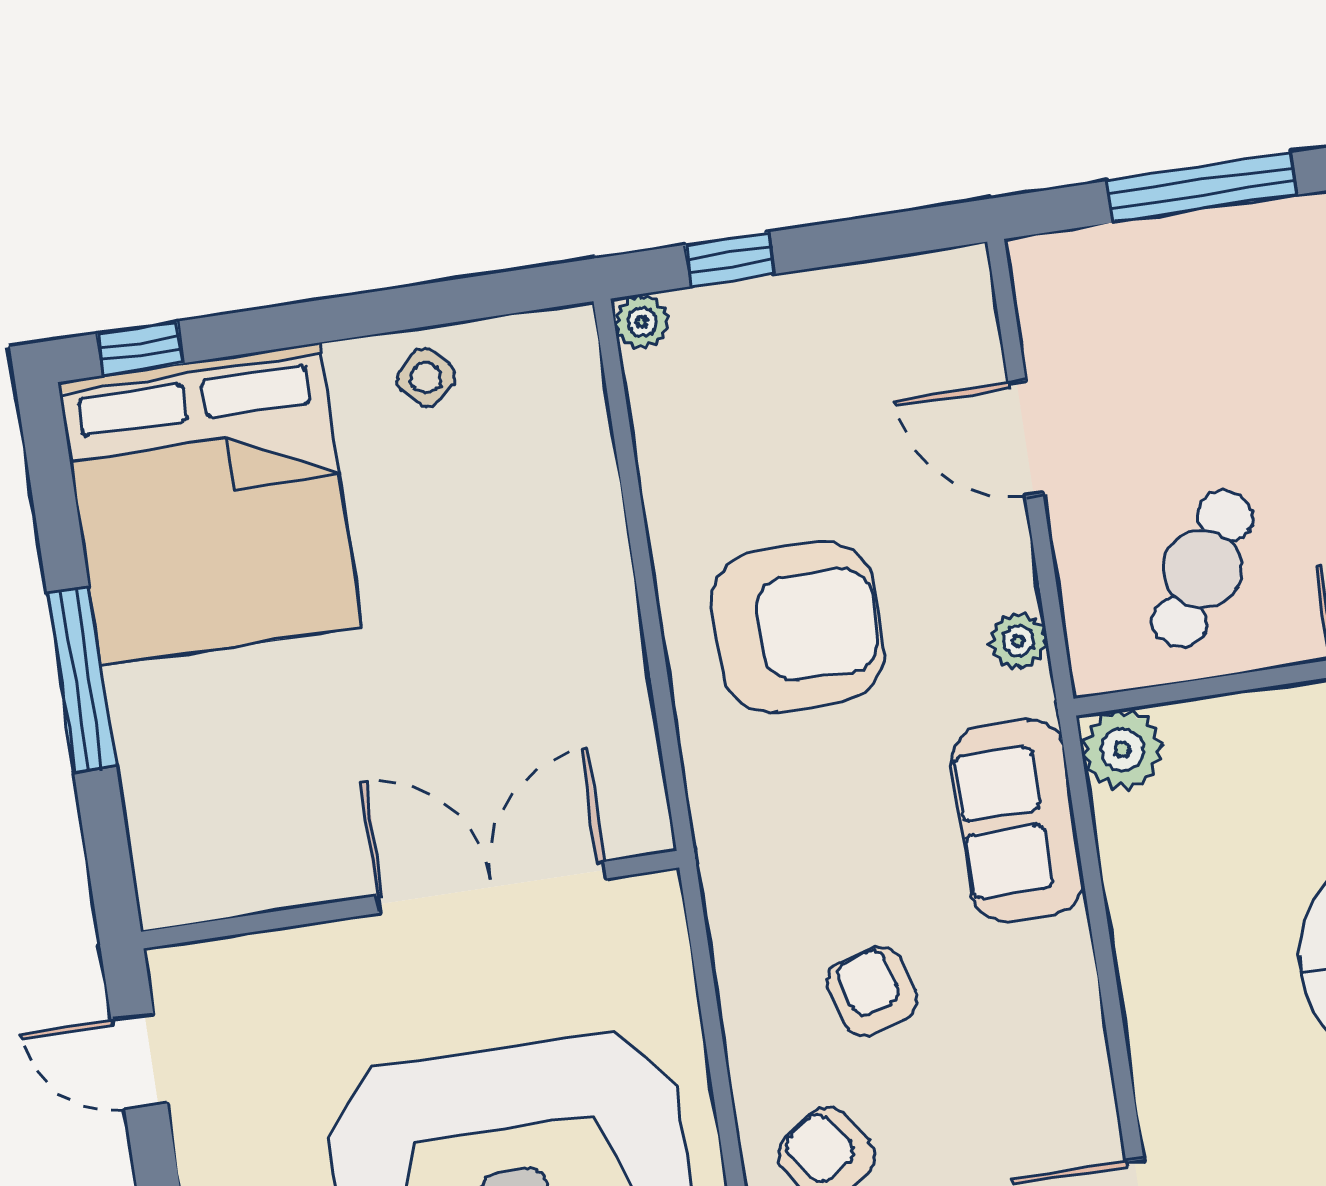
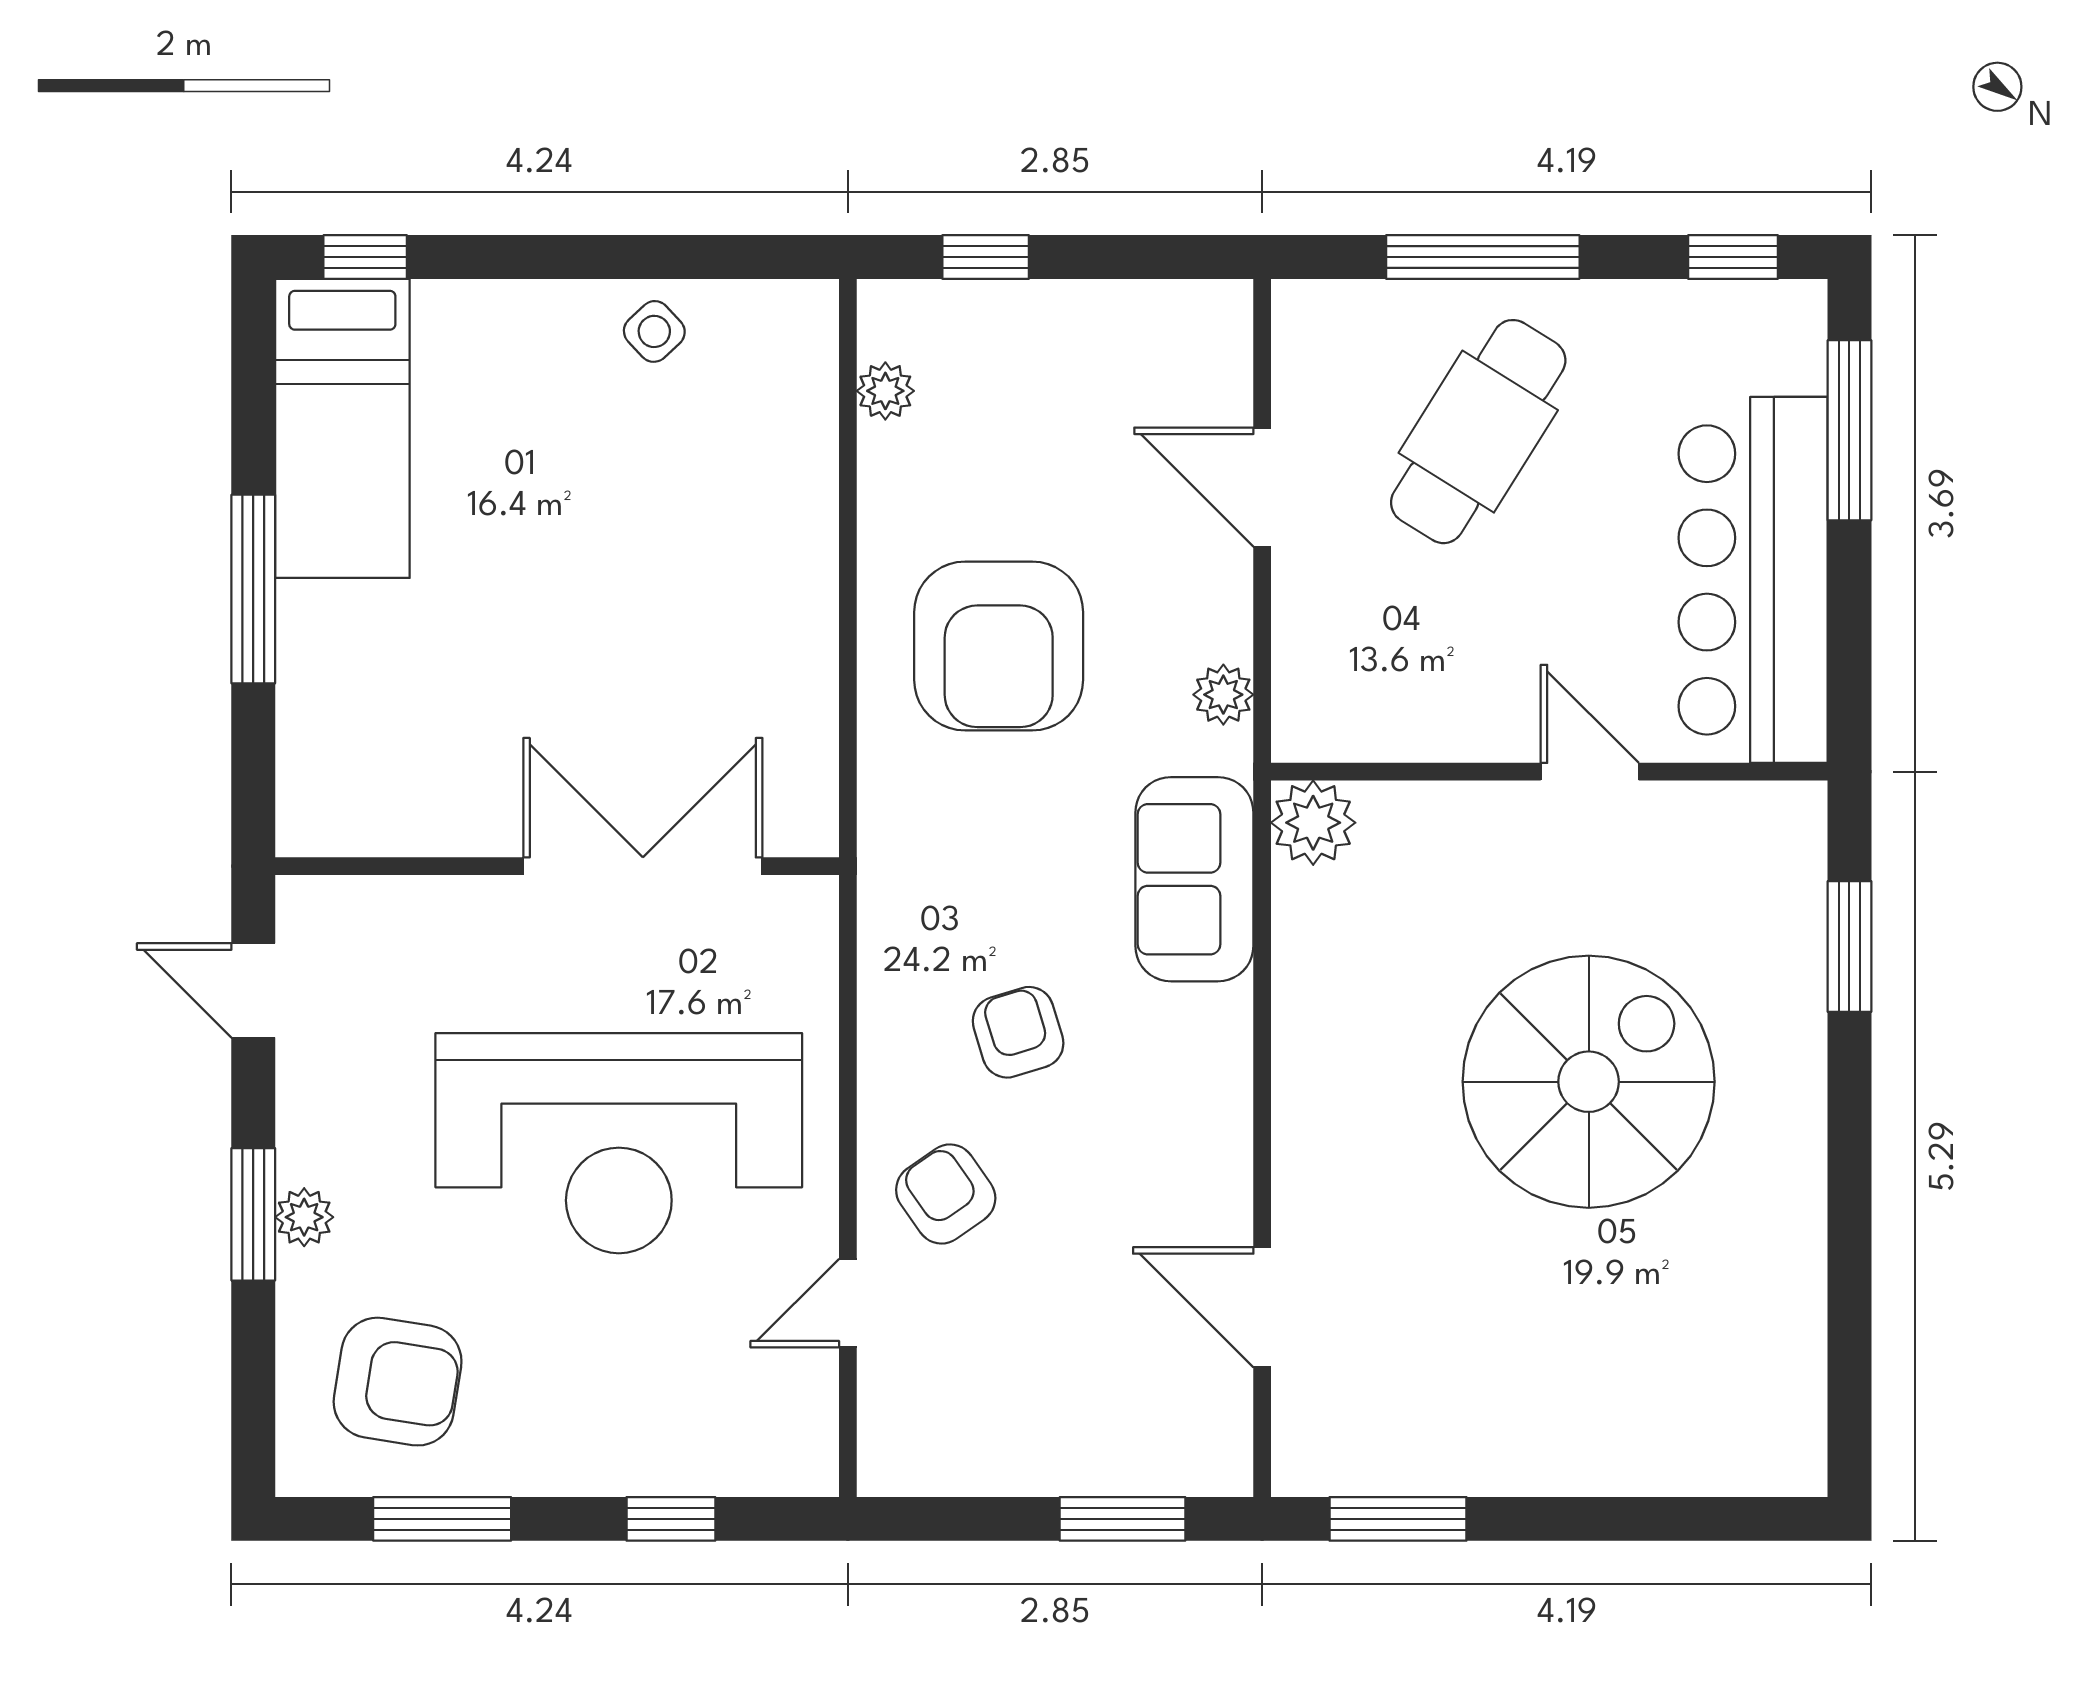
plant: (642, 322) -> (885, 391), moved
bed: (210, 504) -> (342, 428), width x0.49
cafe table: (1202, 569) -> (1478, 432), moved, width x1.37, depth x1.35
armchair: (798, 627) -> (999, 646), turned 90

